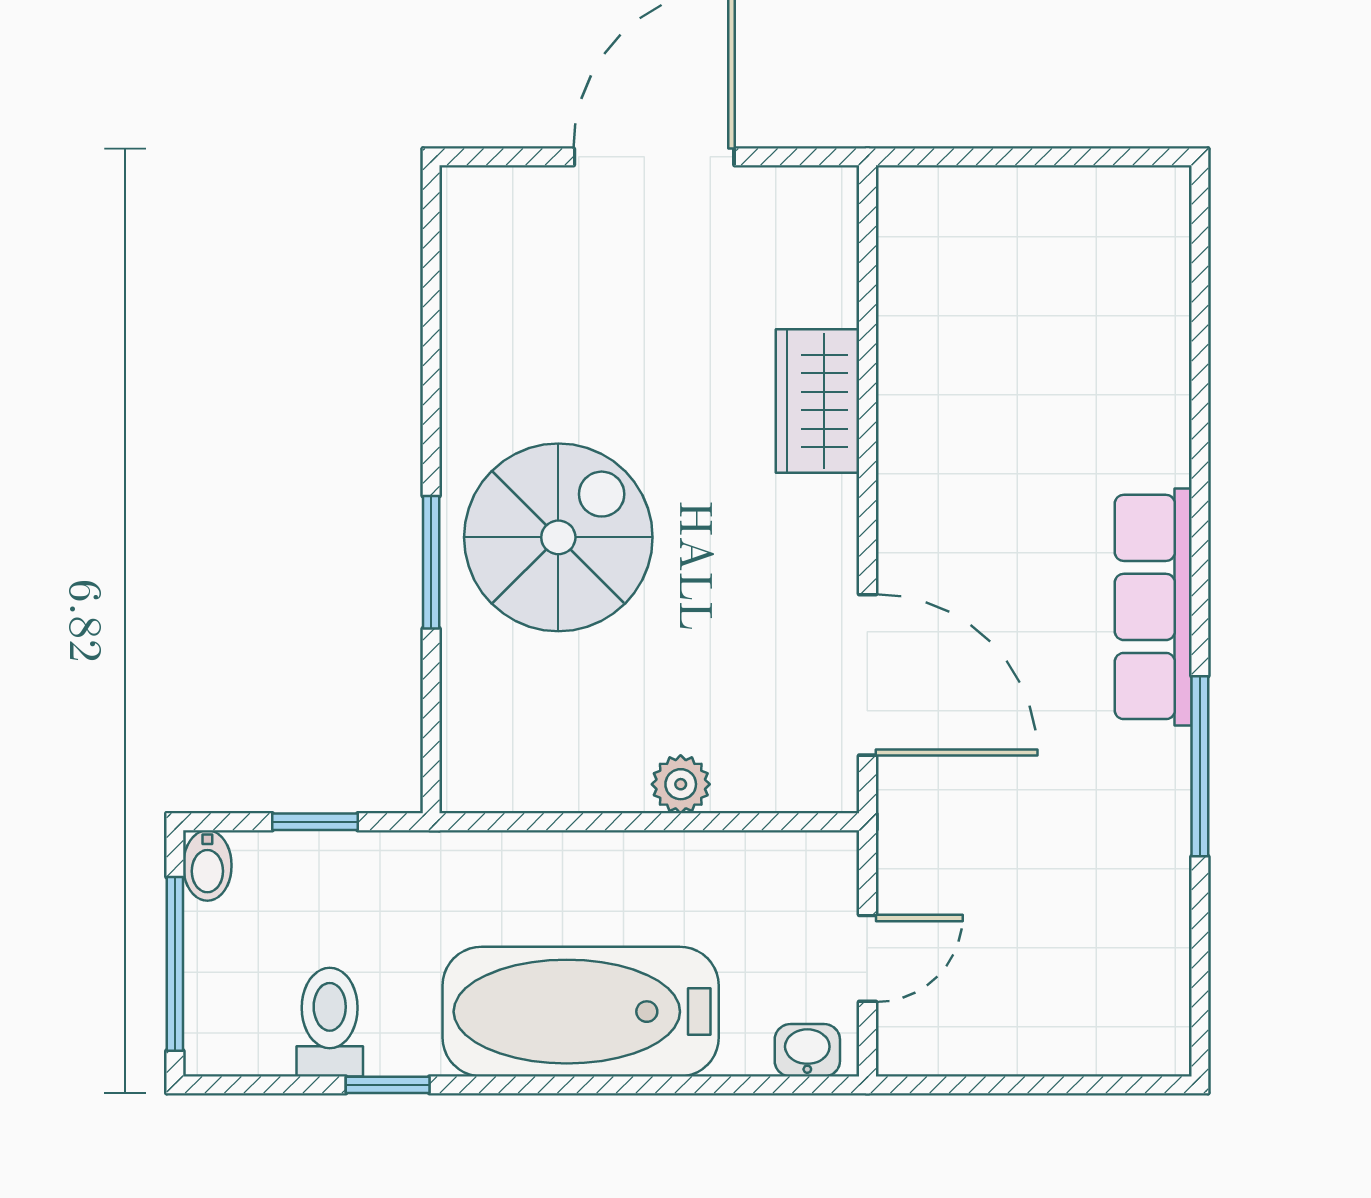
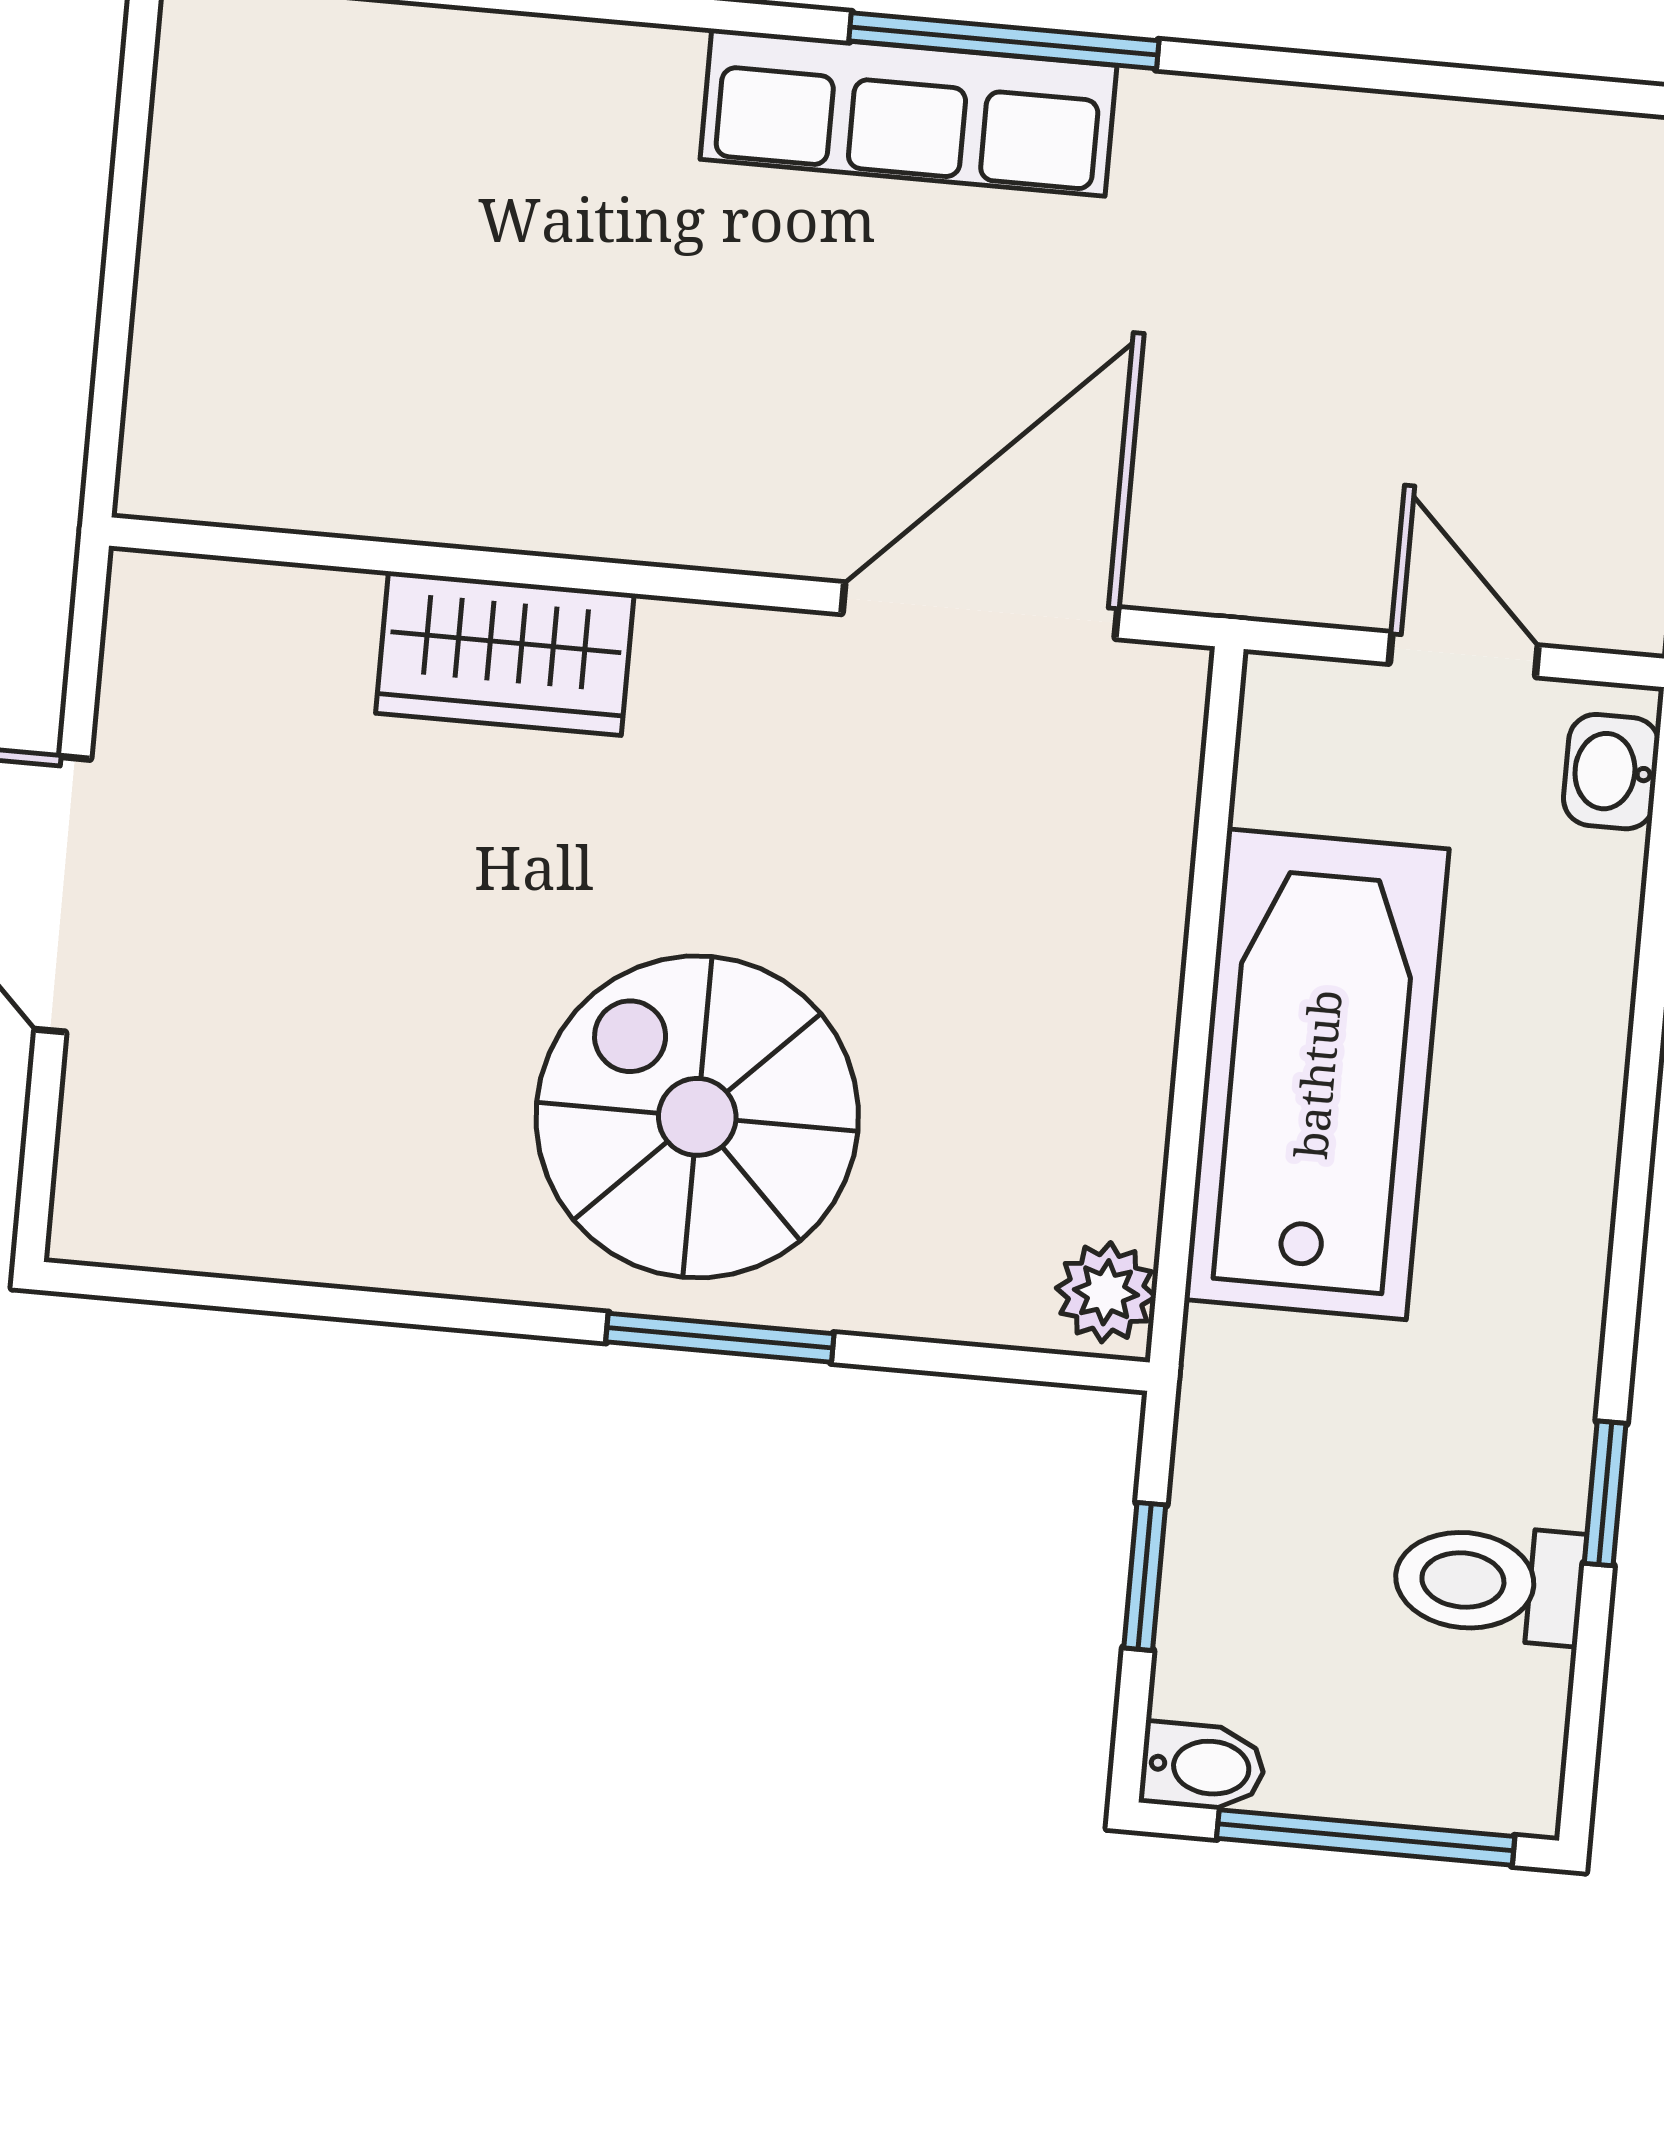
window: (1200, 766) -> (1004, 41), moved
plant: (681, 784) -> (1106, 1292), moved
bathtub: (581, 1012) -> (1317, 1074), moved, turned 180

